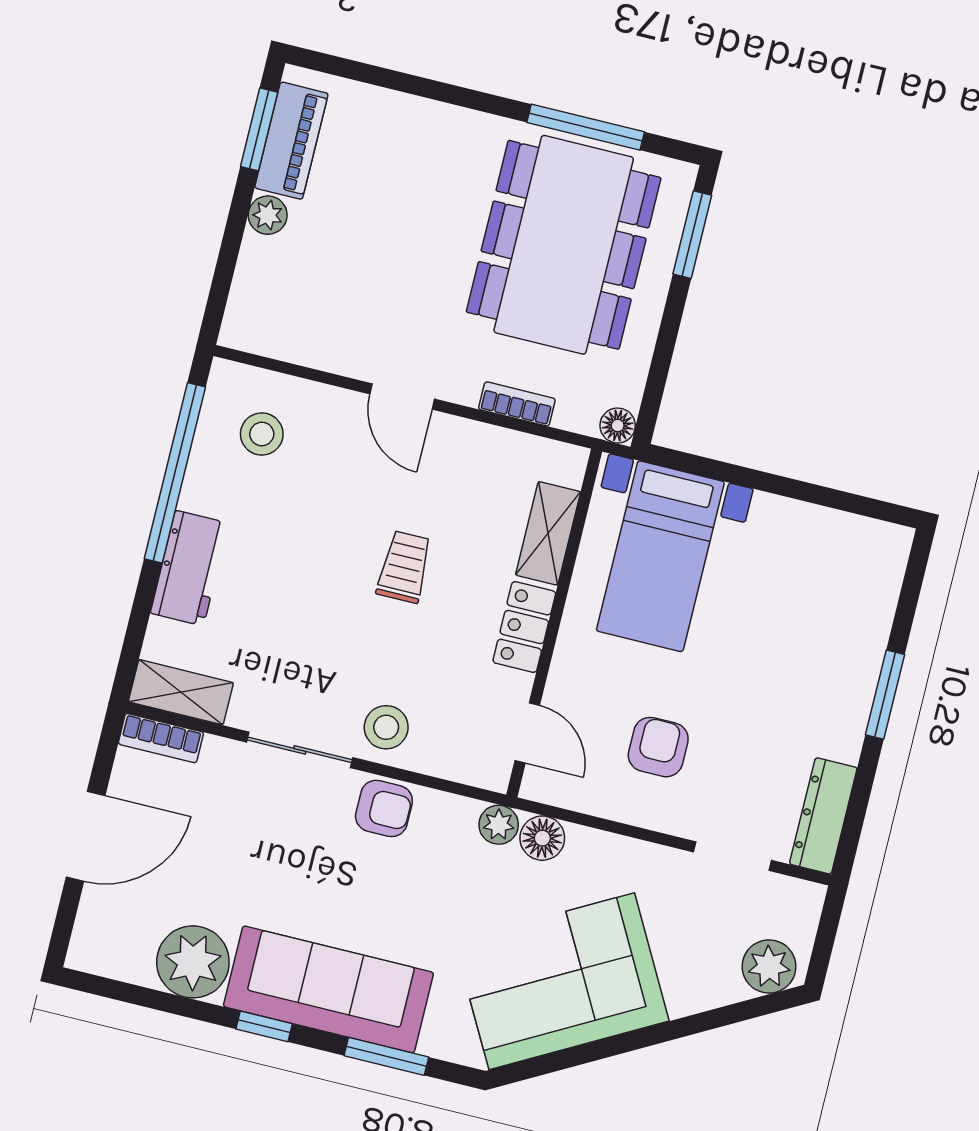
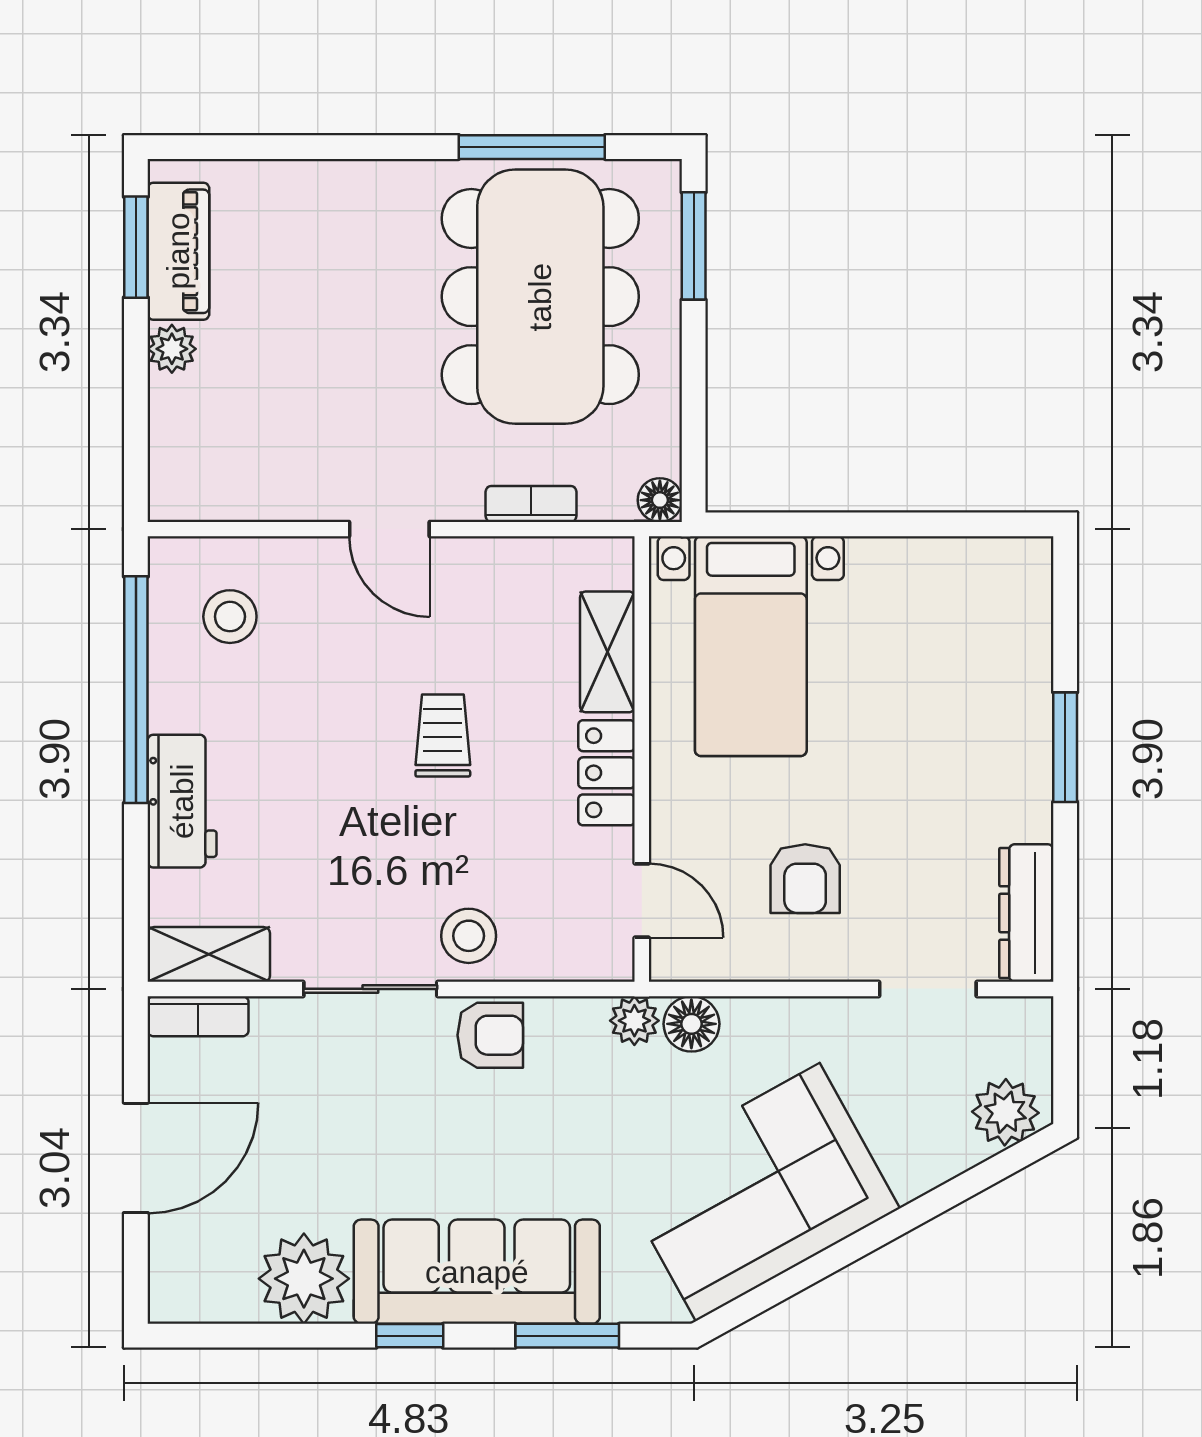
armchair: (658, 747) -> (805, 879), turned 180

